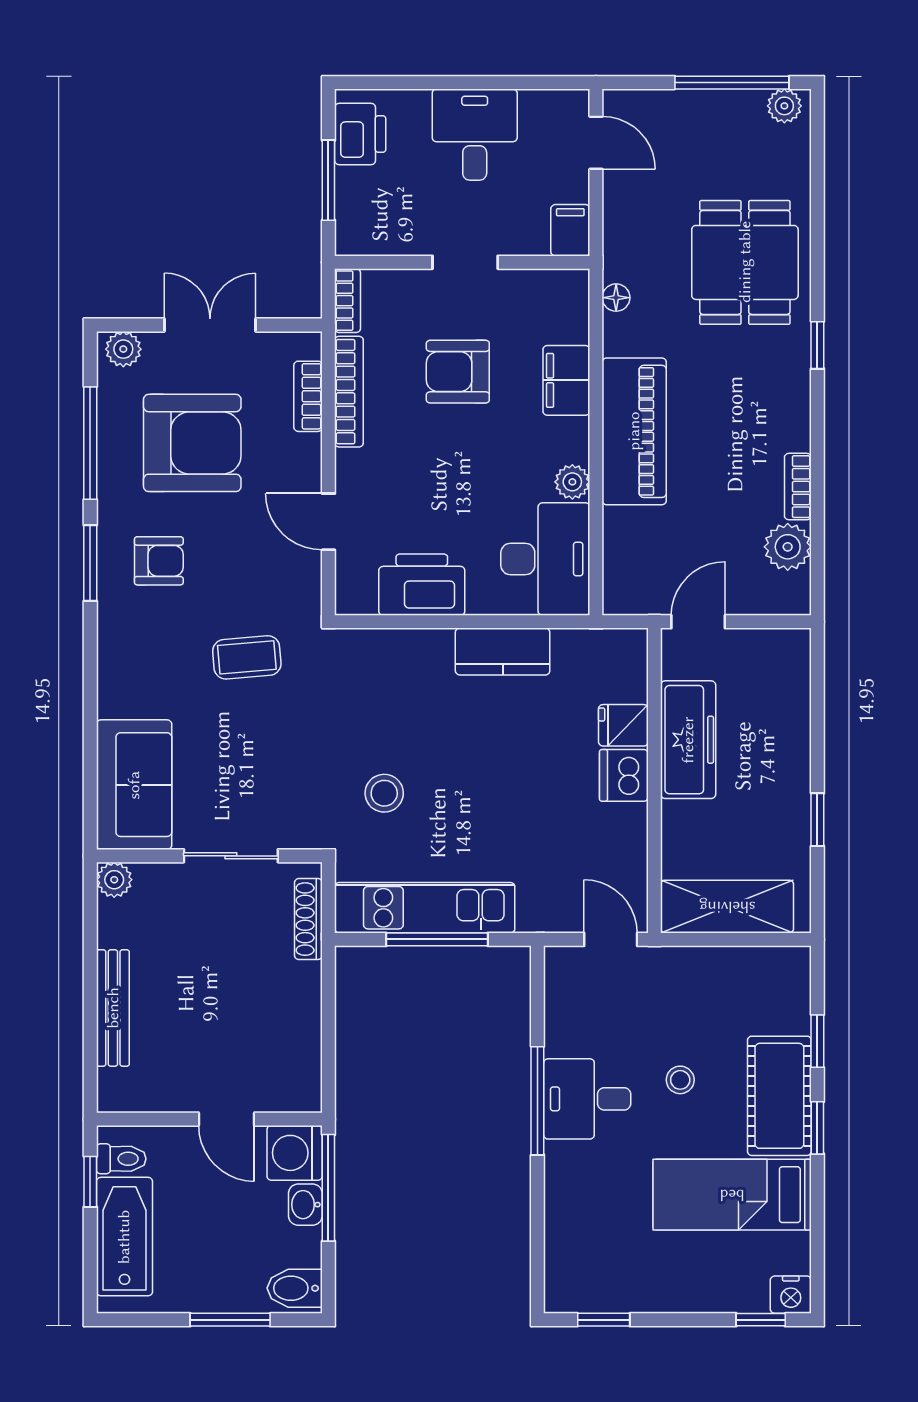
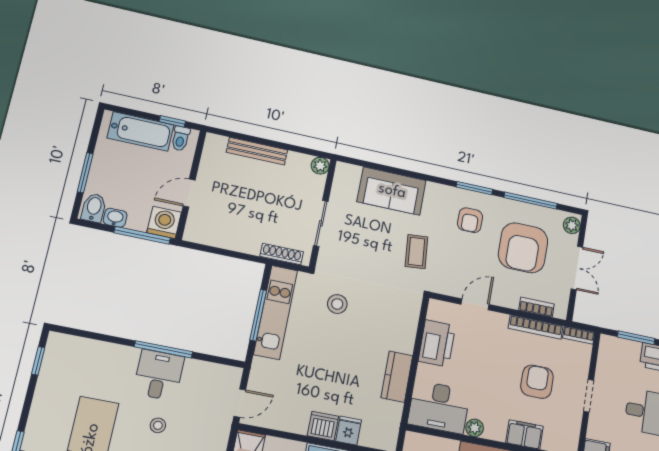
sofa: (134, 785) -> (392, 191), moved
washbasin: (305, 1205) -> (115, 218), moved

